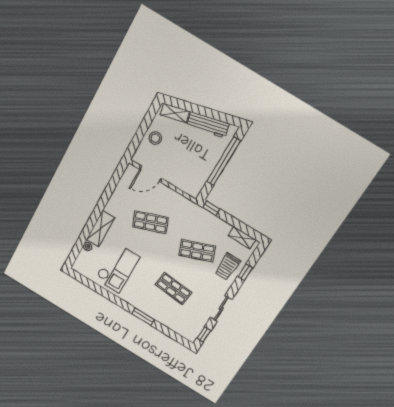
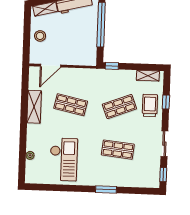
shop shelf: (150, 222) -> (71, 105), turned 33
shelving: (100, 229) -> (34, 107), moved
trolley: (227, 267) -> (150, 106), turned 180

